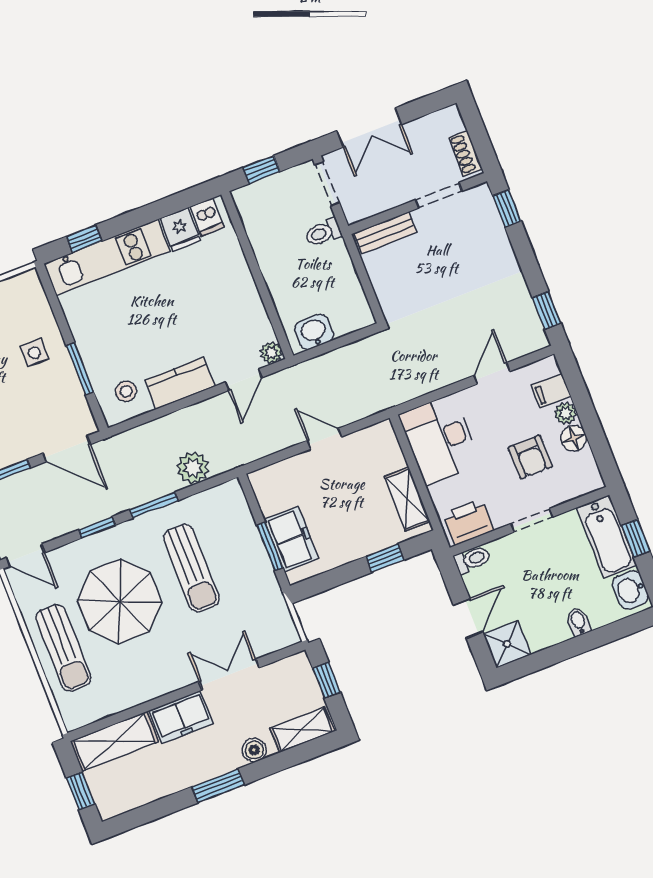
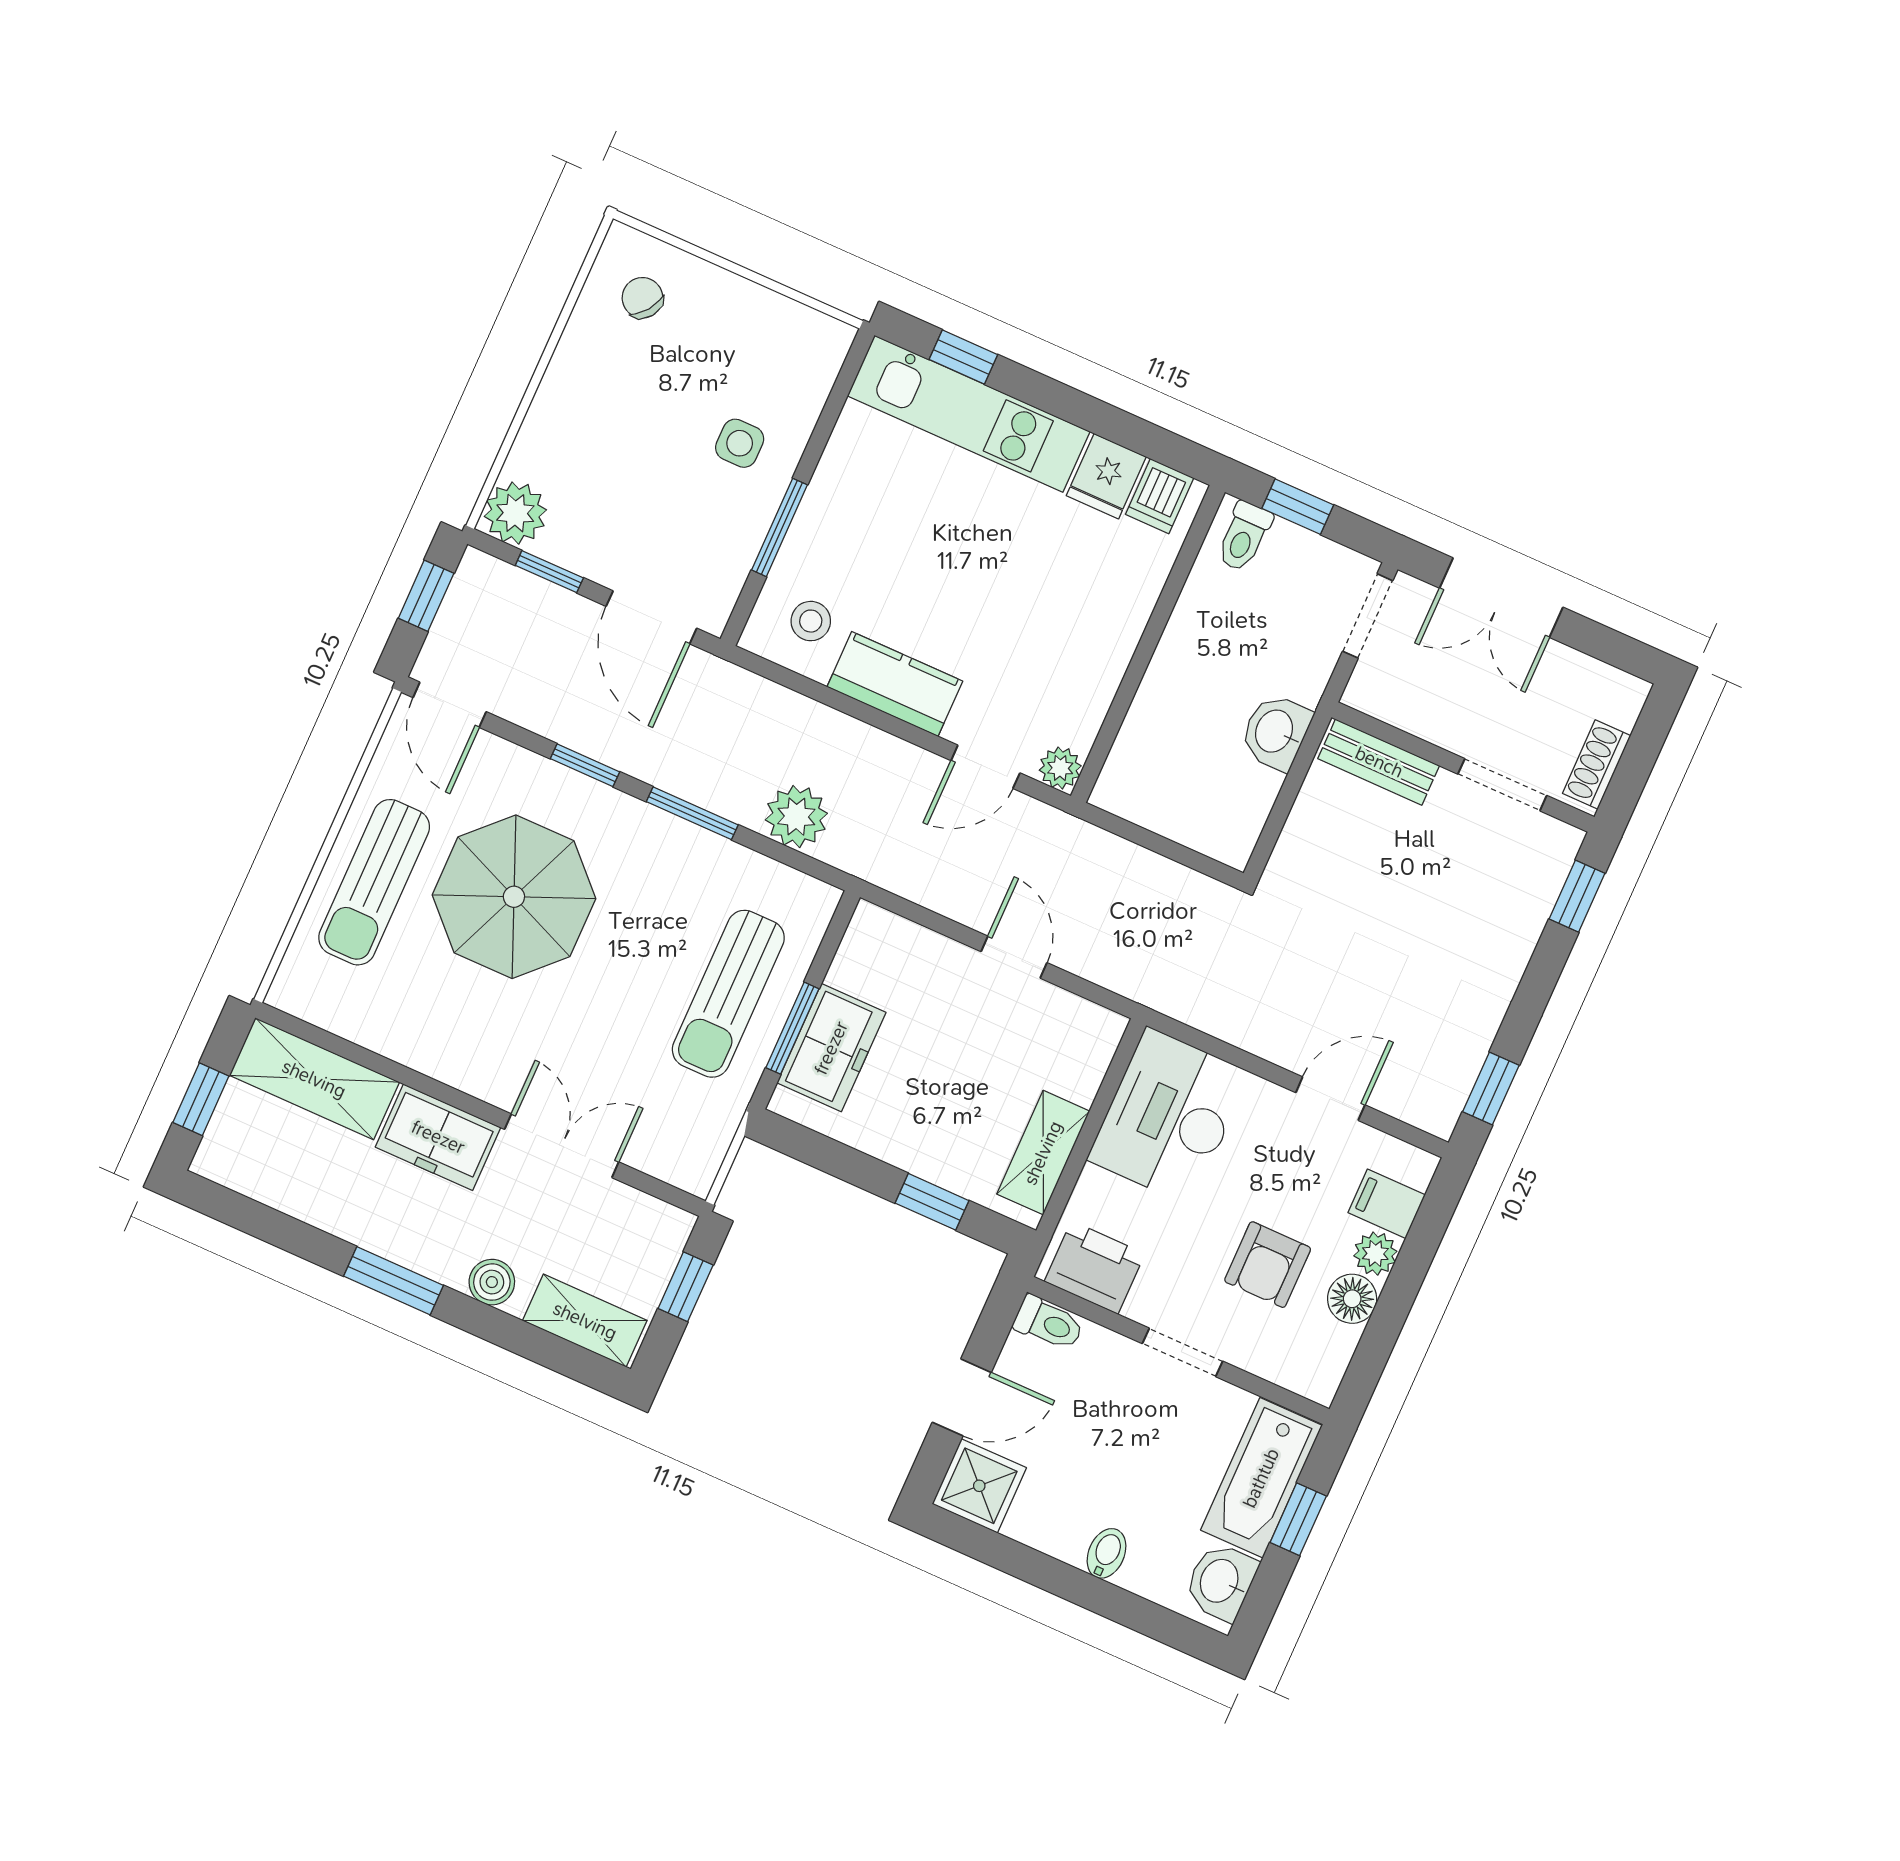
toilet: (323, 232) -> (1244, 536), moved, turned -90
washbasin: (314, 332) -> (1276, 732), moved, turned -90
sun lounger: (191, 568) -> (728, 994), moved

